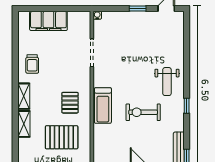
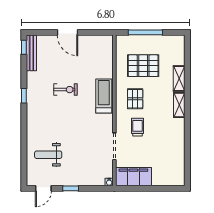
filing cabinet: (48, 21) -> (133, 177), moved
trolley: (32, 64) -> (137, 127), moved
weight bench: (167, 82) -> (48, 155), moved, turned -90
exercise bike: (143, 112) -> (65, 90), width x0.73, depth x0.72

